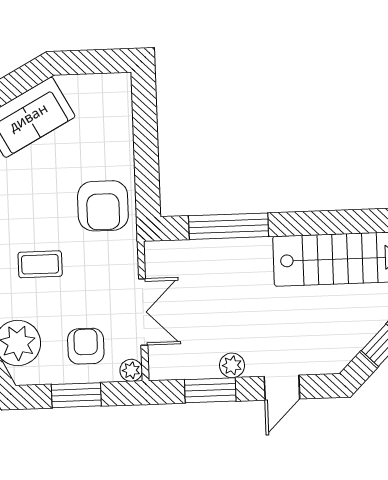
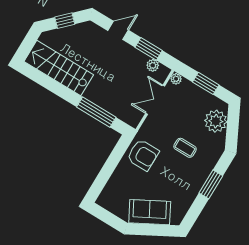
armchair: (103, 206) -> (143, 155), turned 90
armchair: (86, 346) -> (188, 101), removed
plant: (232, 365) -> (153, 65), moved

